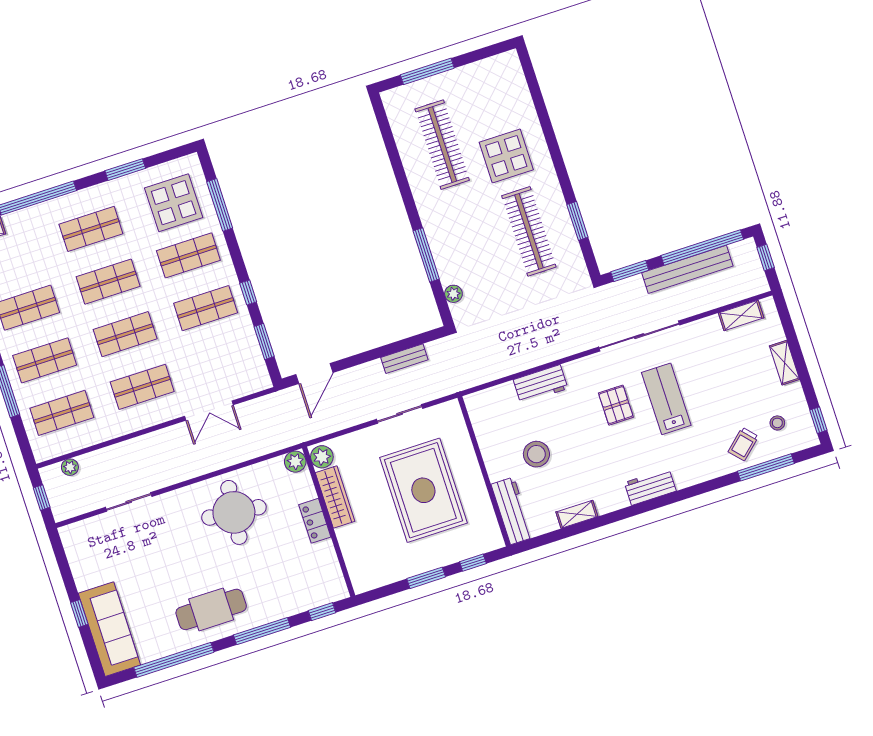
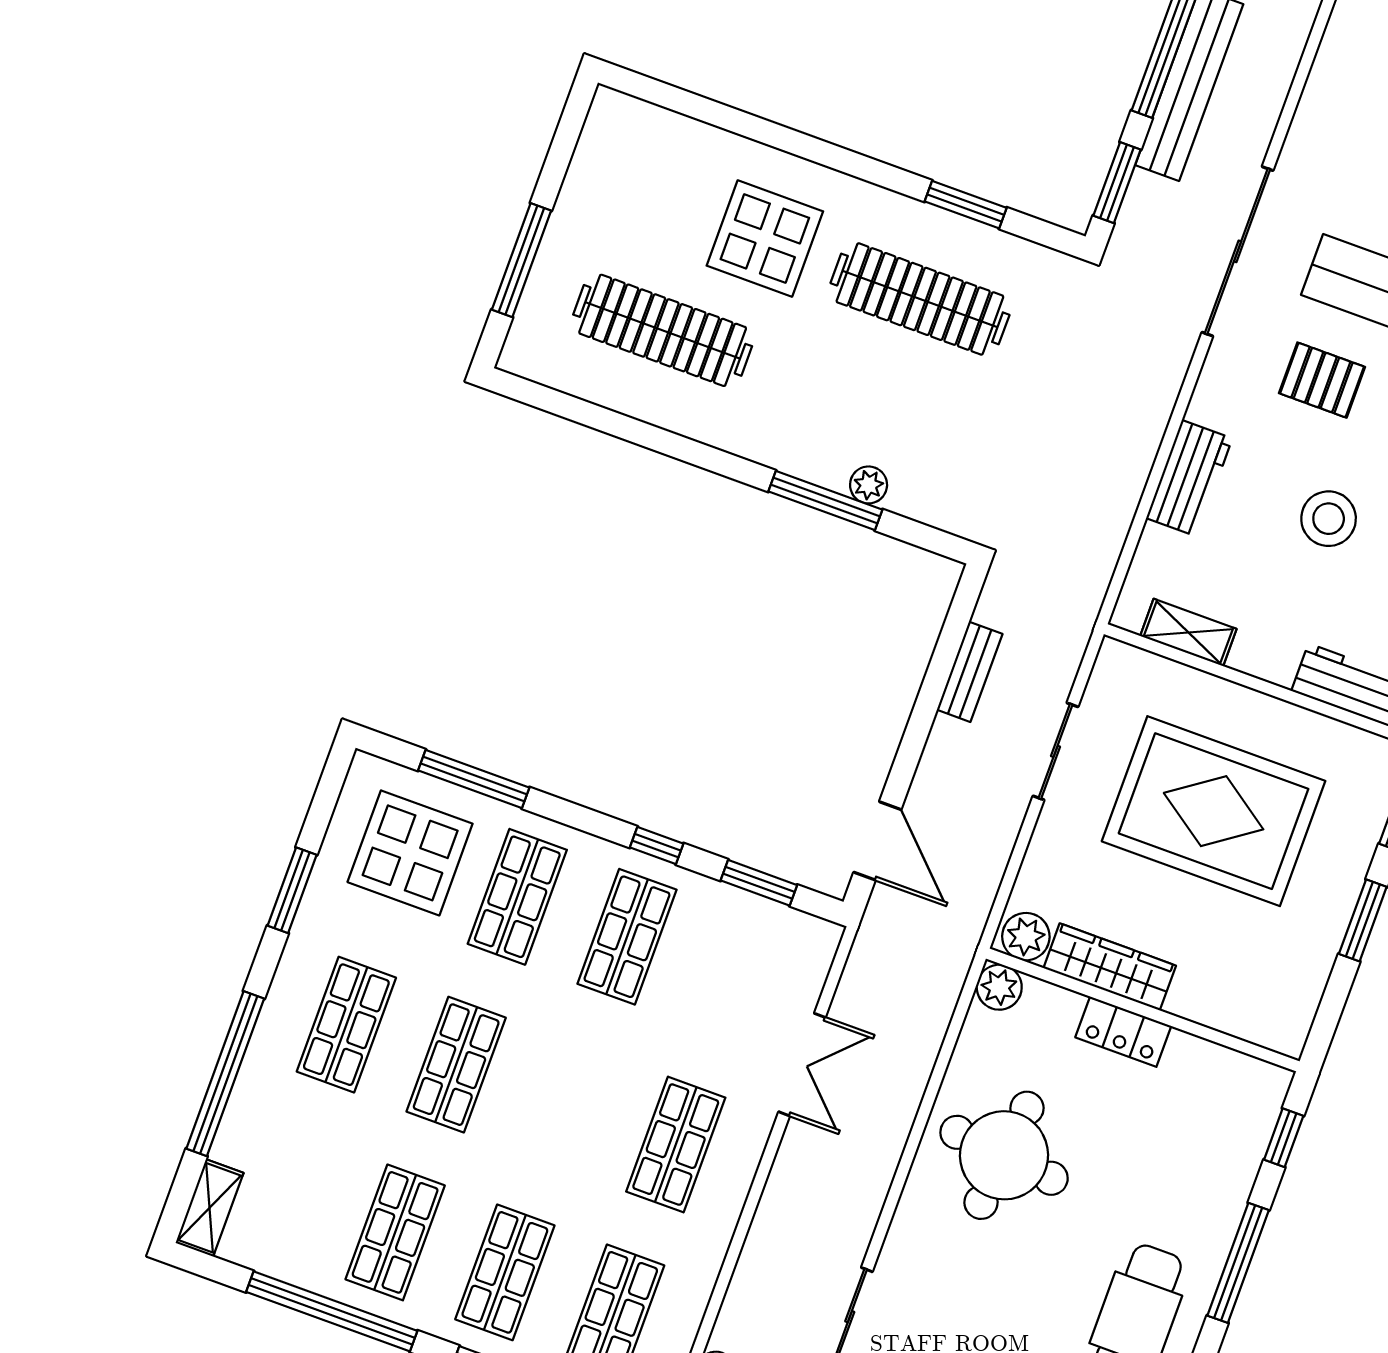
plant: (453, 294) -> (869, 485), moved
shelving: (741, 315) -> (1188, 632), moved, turned 90
shop shelf: (125, 334) -> (566, 1105), removed
stool: (536, 454) -> (1329, 519), moved

